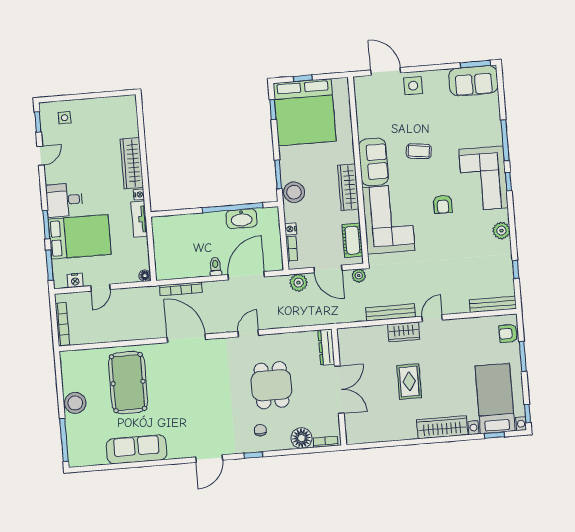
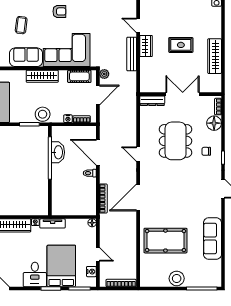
plant: (298, 283) -> (106, 116), removed
dining table: (272, 385) -> (176, 141), width x1.38
wardrobe: (442, 427) -> (215, 56), moved

